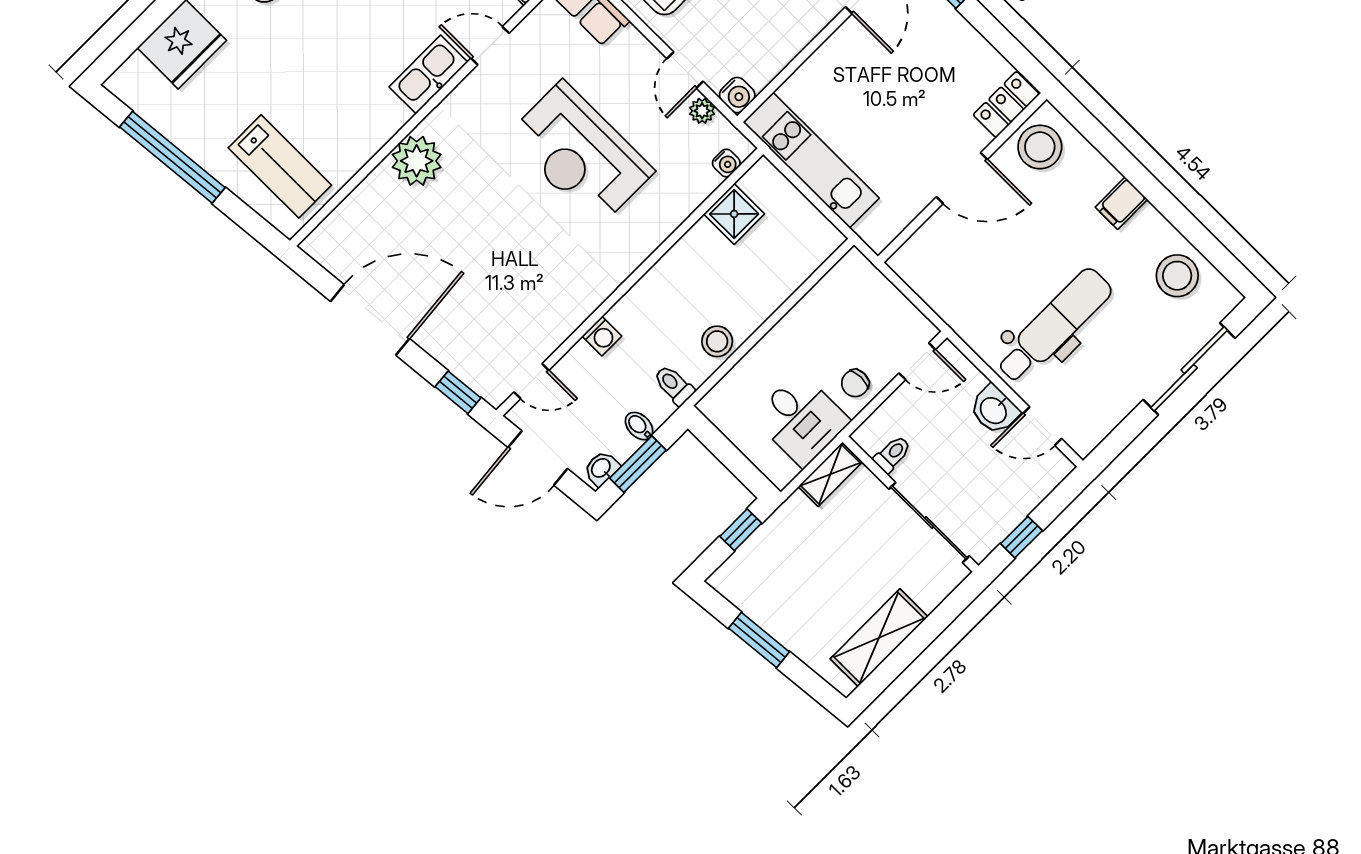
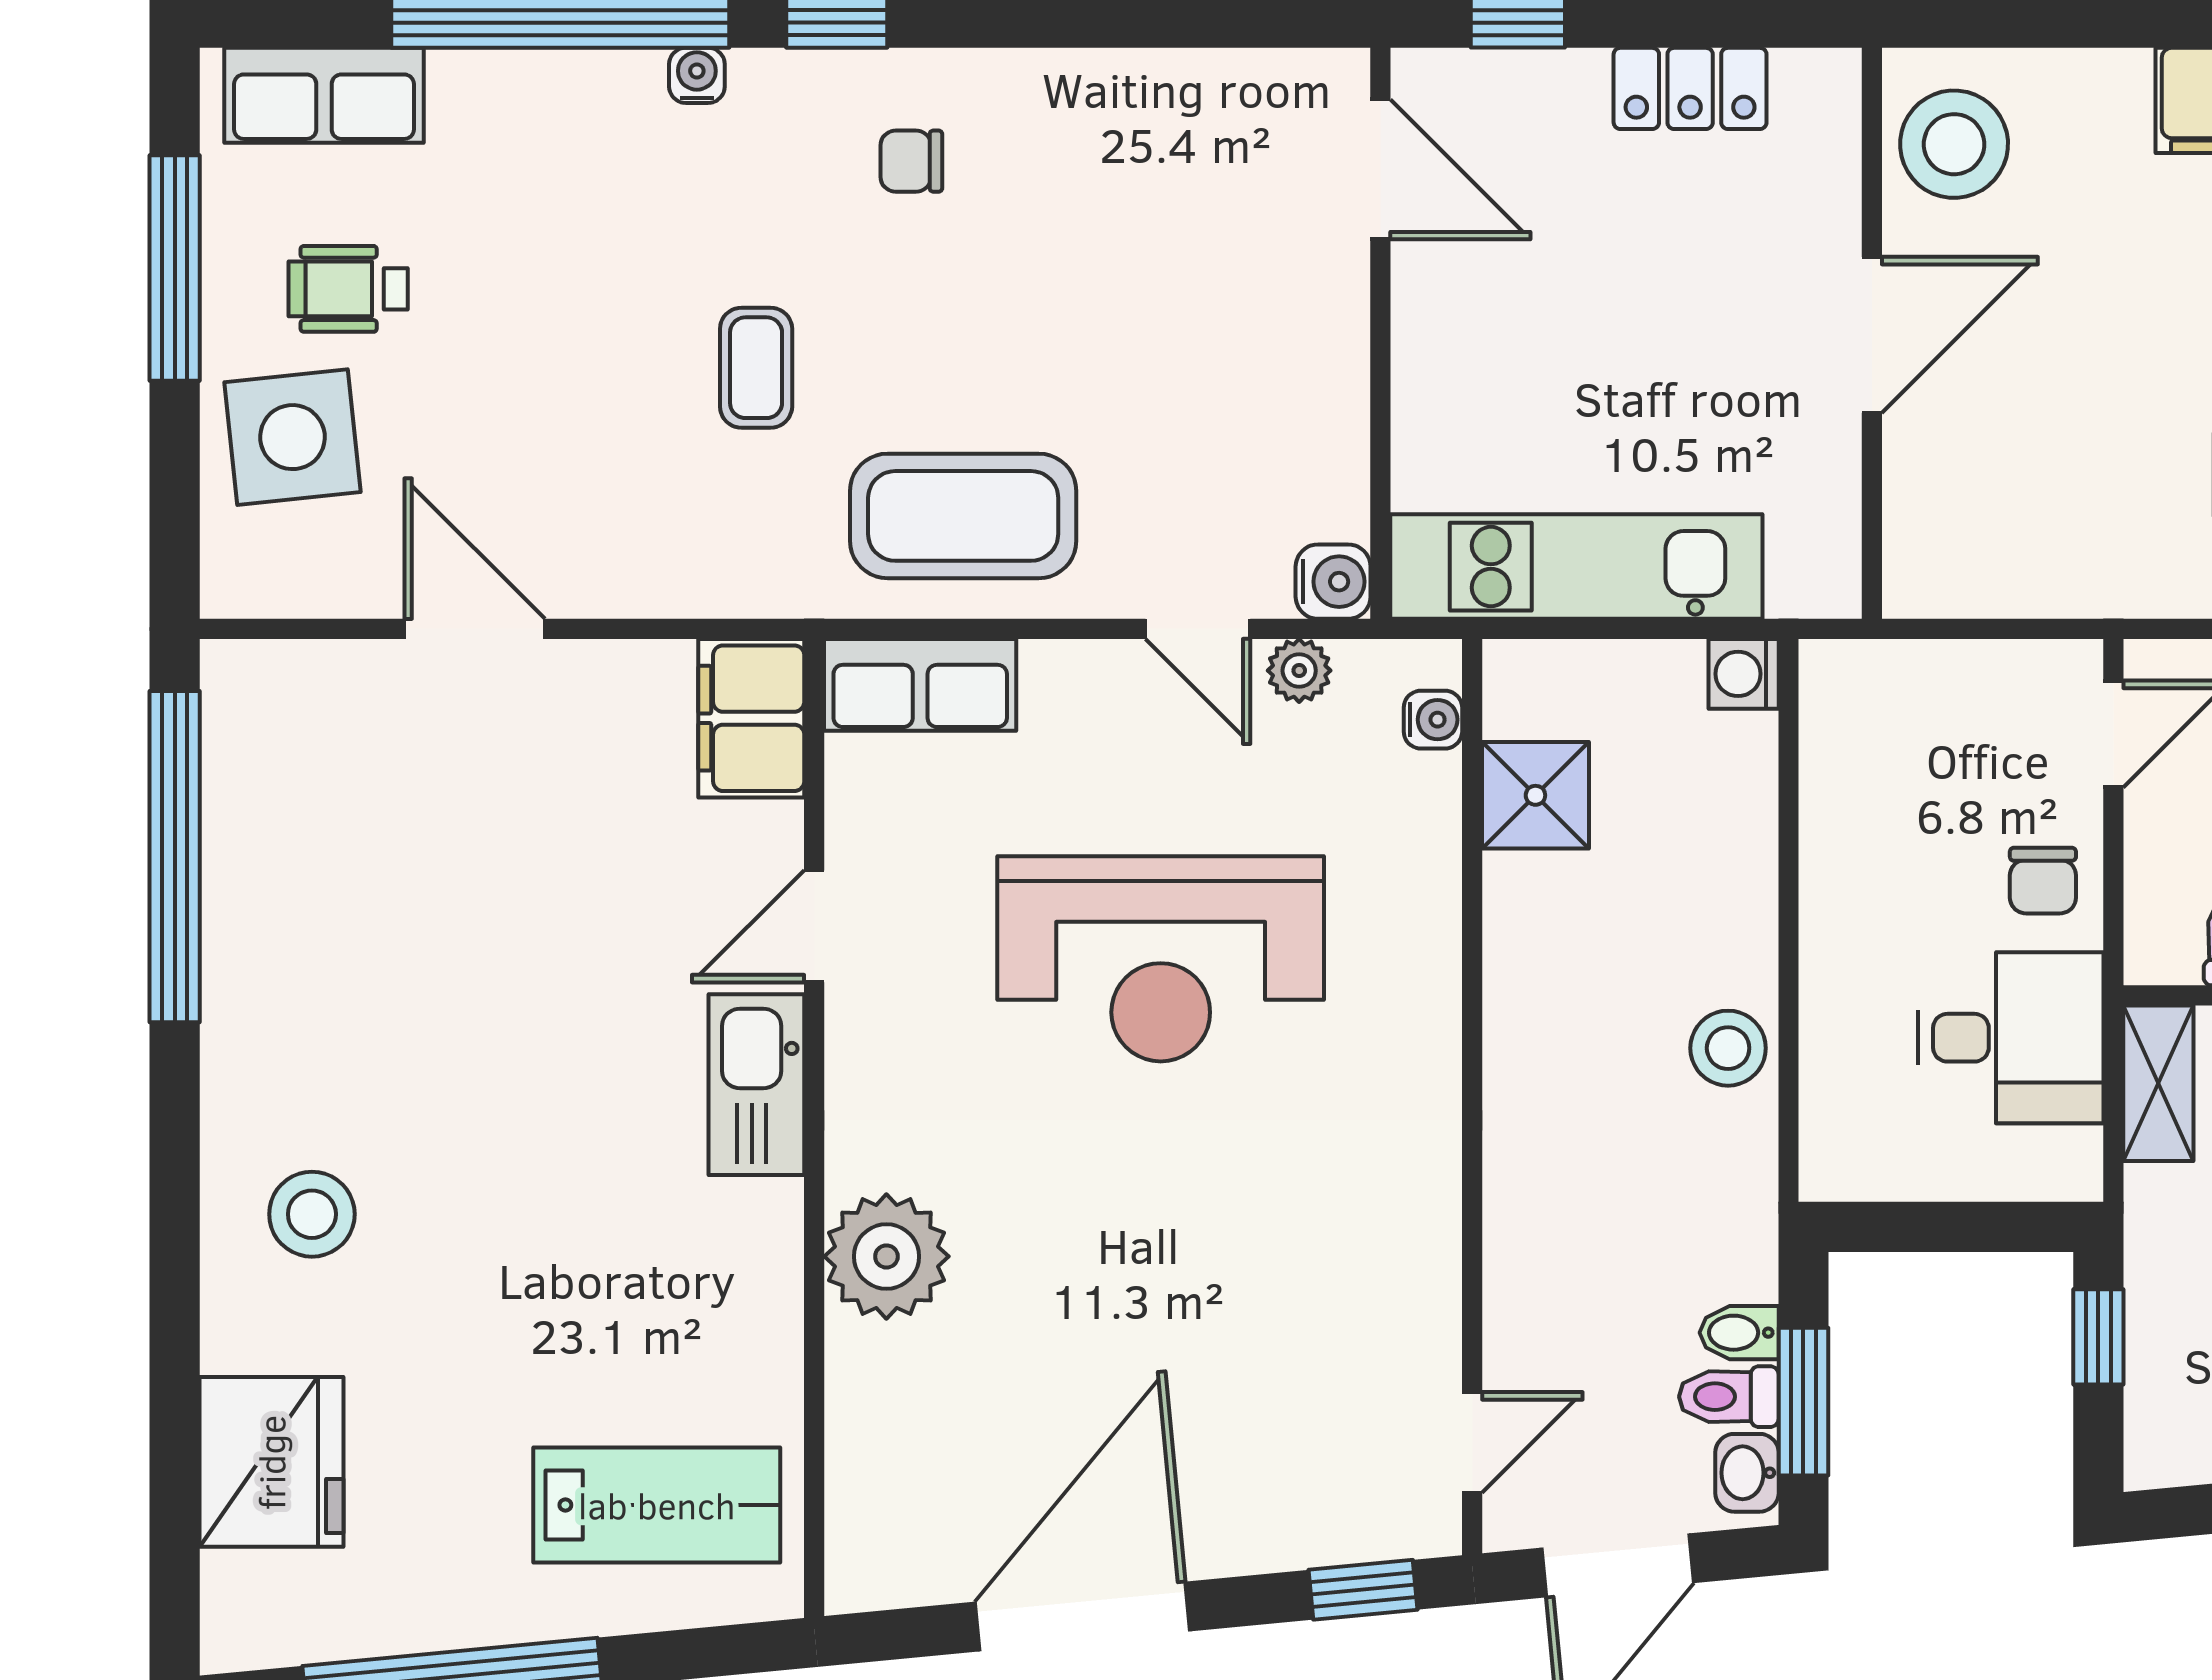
locker: (1006, 104) -> (1690, 88), moved, turned -90
washing machine: (602, 336) -> (1744, 674), moved, turned 180
toilet: (674, 385) -> (1729, 1397), moved

